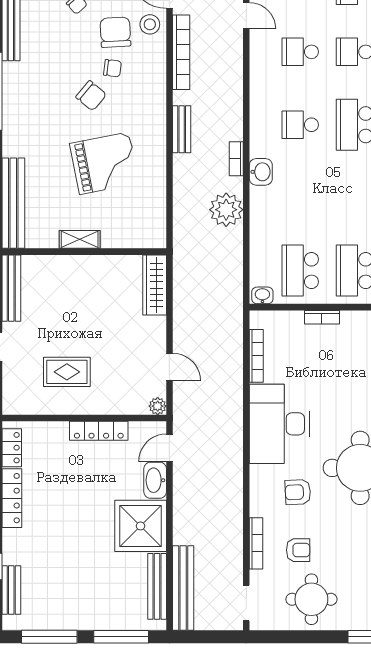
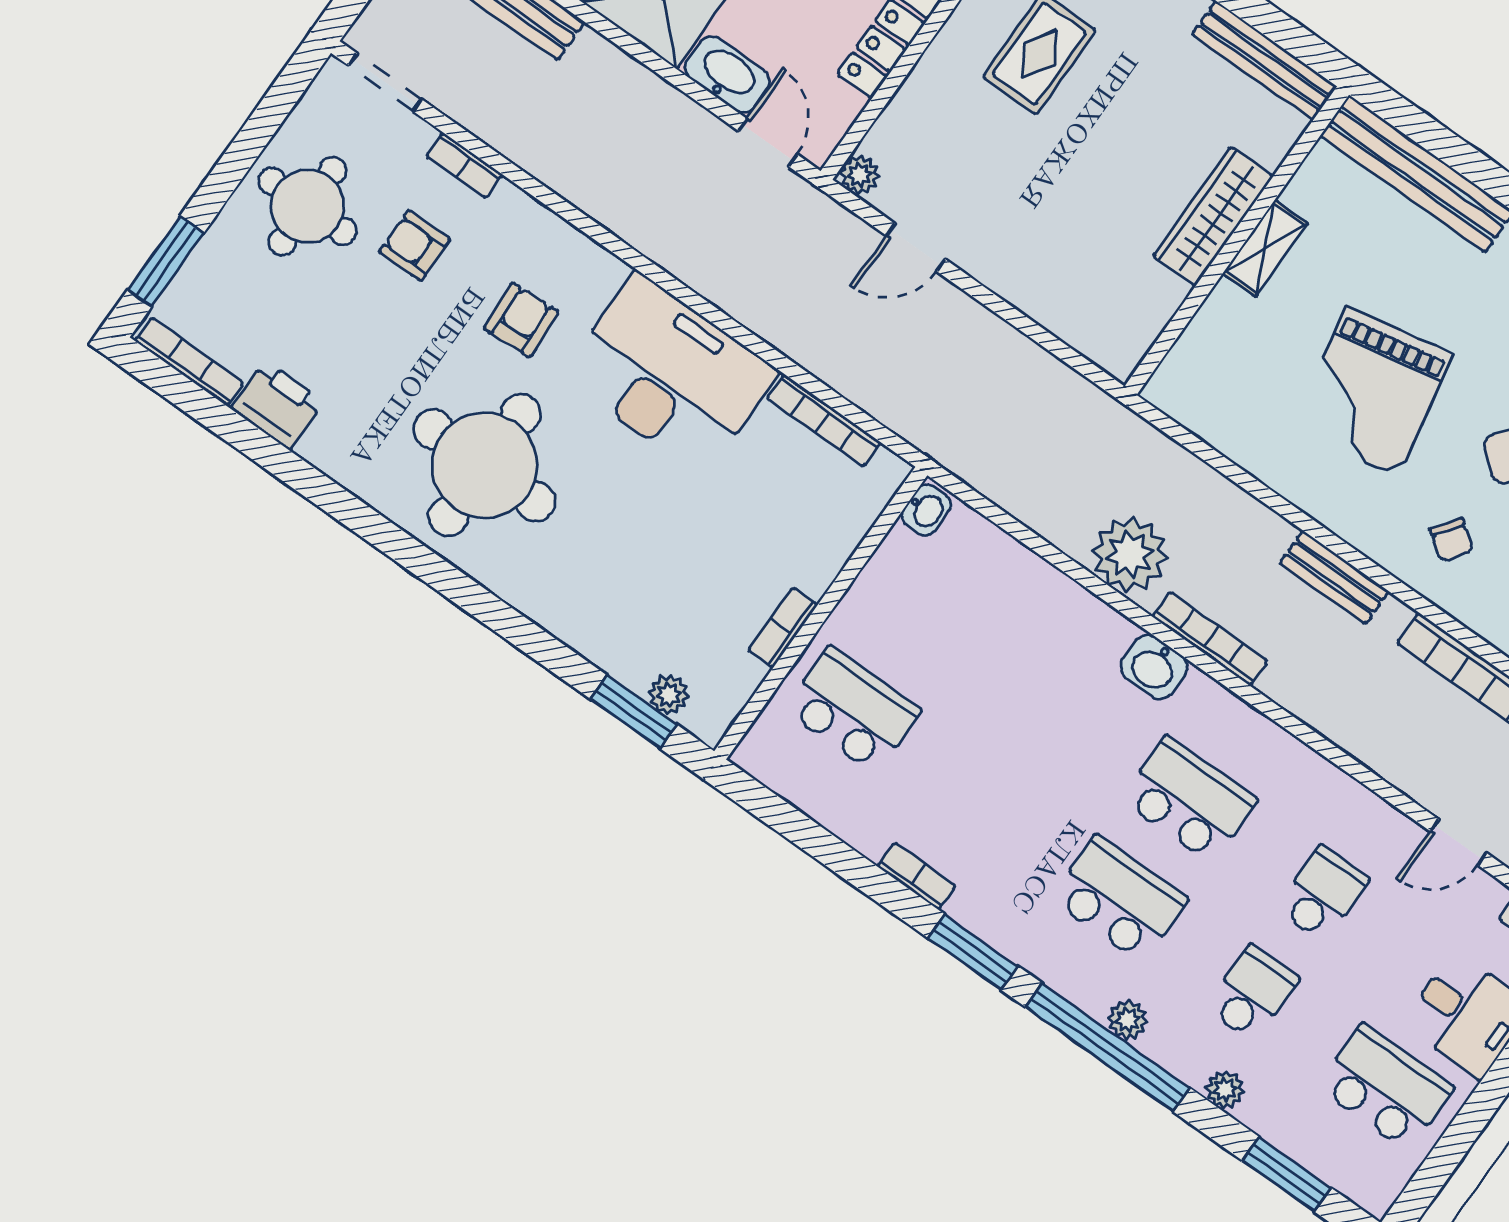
chair: (138, 96) -> (1452, 540), added
school desk: (300, 125) -> (1189, 800), width x1.85
bookcase: (236, 159) -> (1210, 639), width x1.56
school desk: (300, 271) -> (923, 611), removed
wardrobe: (155, 285) -> (1213, 216), moved, turned -90
bookcase: (322, 317) -> (783, 628), moved
bookcase: (256, 543) -> (464, 165), width x0.64
armchair: (298, 550) -> (415, 246), turned 90

